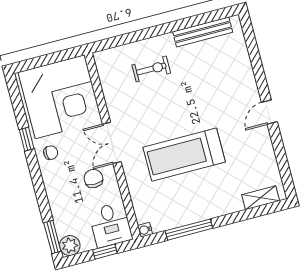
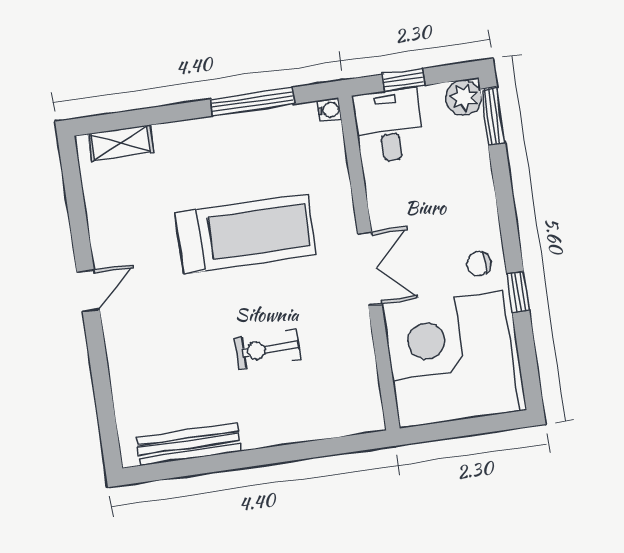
exercise bike: (151, 69) -> (267, 349), moved
chair: (93, 178) -> (409, 210), removed

